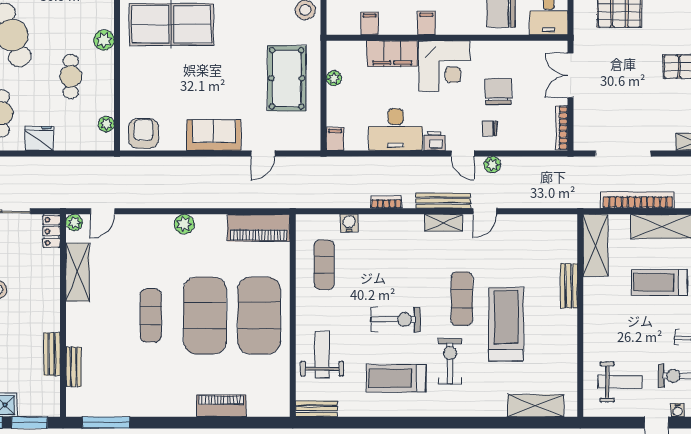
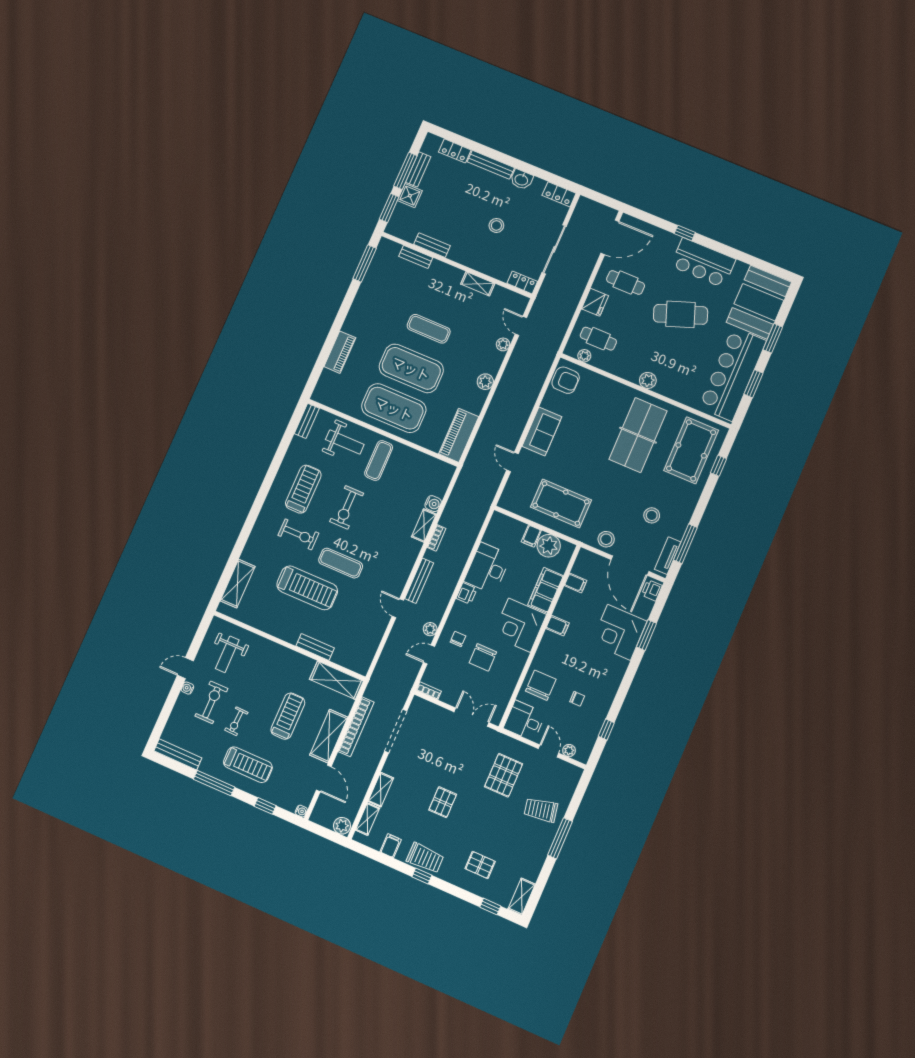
cafe table: (71, 76) -> (598, 339), moved
plant: (334, 78) -> (549, 546), width x1.88, depth x1.88
chair: (498, 91) -> (483, 657), turned 90
bookcase: (562, 128) -> (429, 691), width x0.64
filing cabinet: (335, 139) -> (531, 536), moved, turned 90
door: (463, 153) -> (429, 655), moved
plant: (74, 222) -> (503, 344), moved
shelving: (443, 223) -> (424, 525), moved
exercise mat: (324, 265) -> (379, 460), moved, turned 90
shelving: (78, 272) -> (478, 284), width x0.67, depth x0.75

